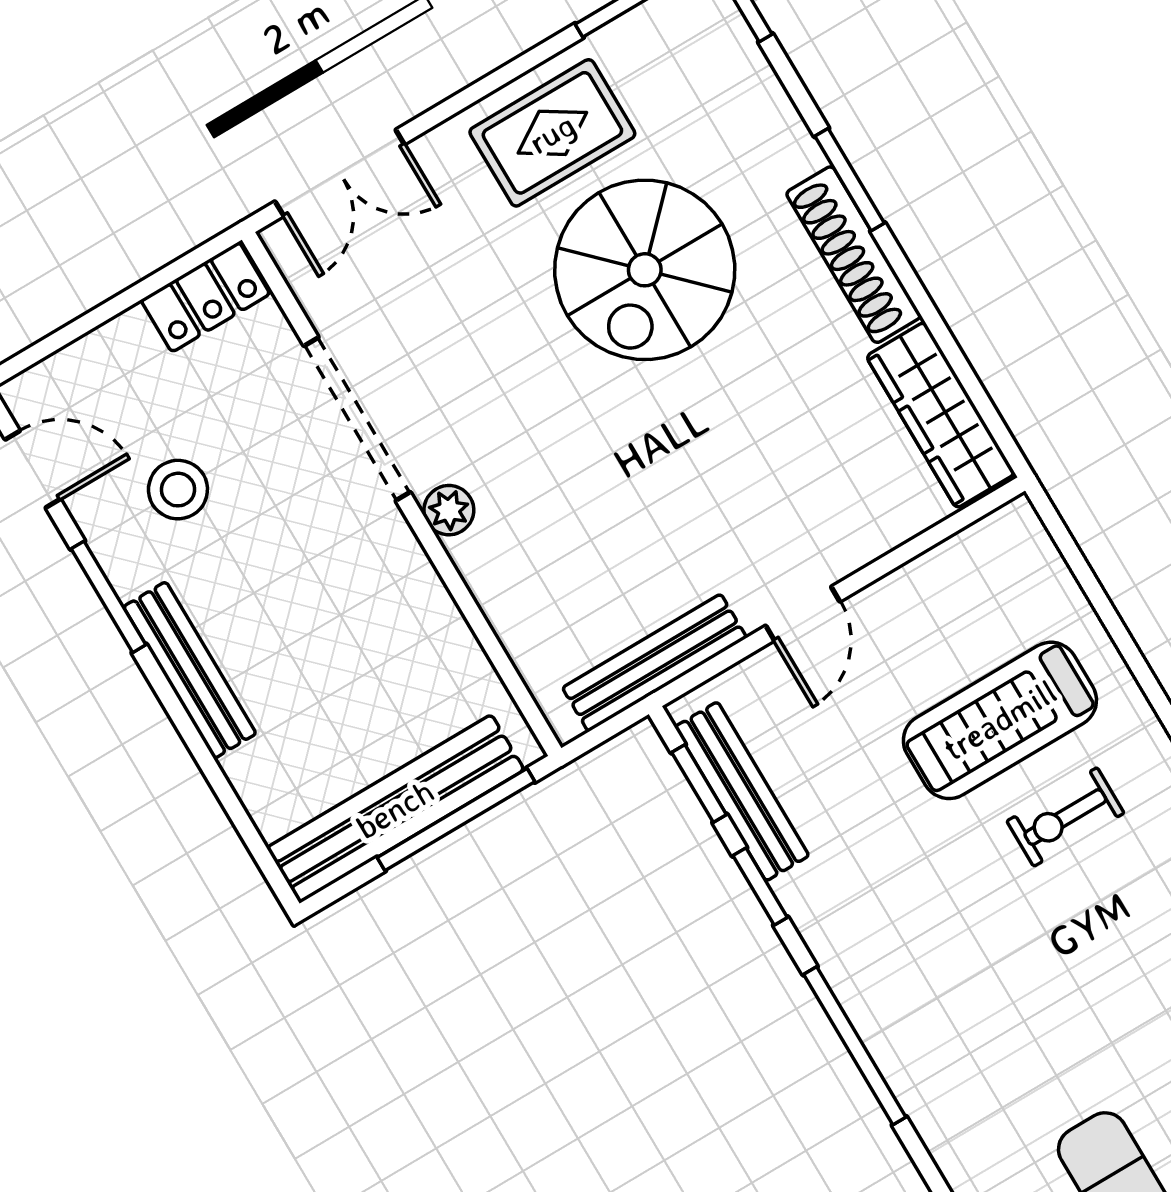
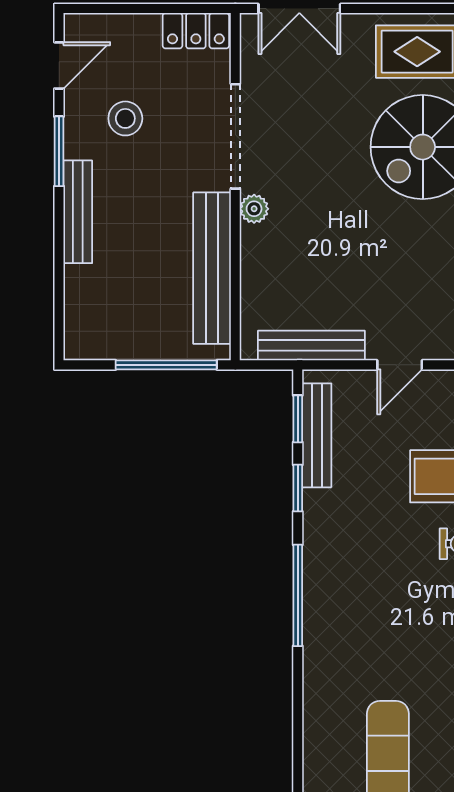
door: (33, 469) -> (59, 65), hinge flipped
bench: (395, 809) -> (212, 268), moved, turned 90

